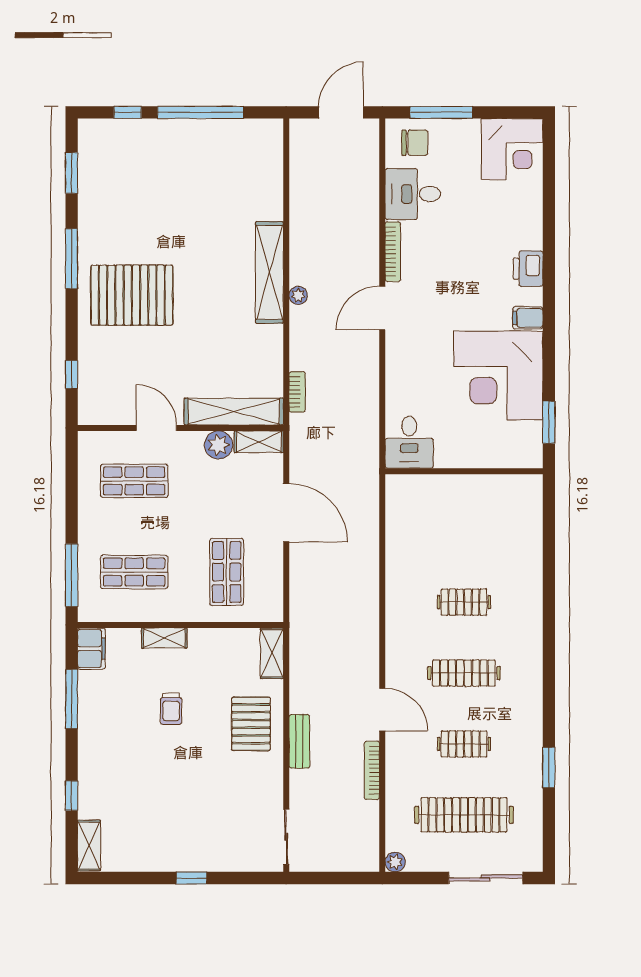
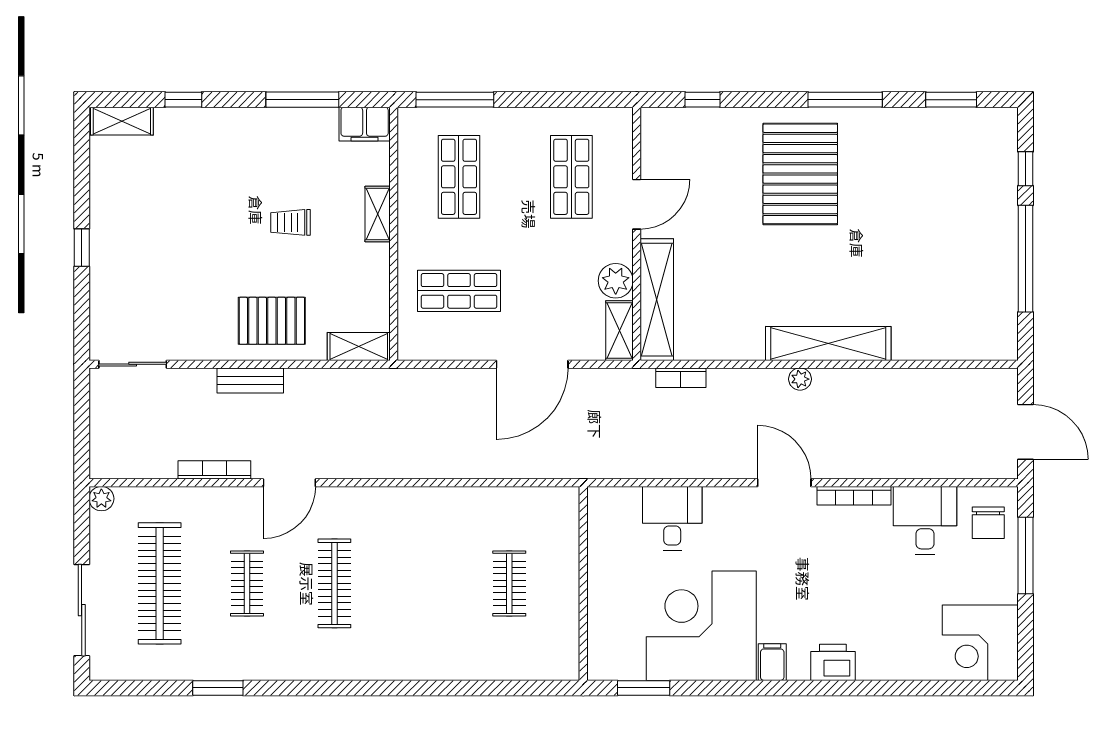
desk: (409, 442) -> (672, 518), moved, turned 90
clothes rail: (464, 602) -> (509, 583), moved

